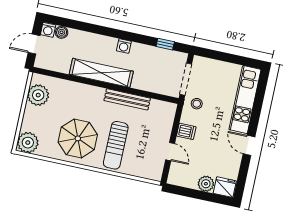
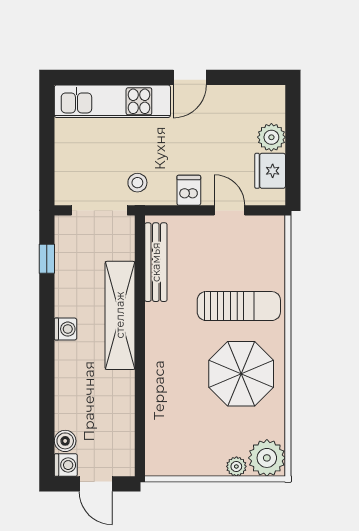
shelving: (101, 73) -> (120, 315), moved
plant: (38, 95) -> (236, 466), moved, width x0.53, depth x0.53
bench: (127, 99) -> (156, 262), moved
door: (170, 152) -> (230, 210), hinge flipped
fridge: (225, 187) -> (270, 171), moved

